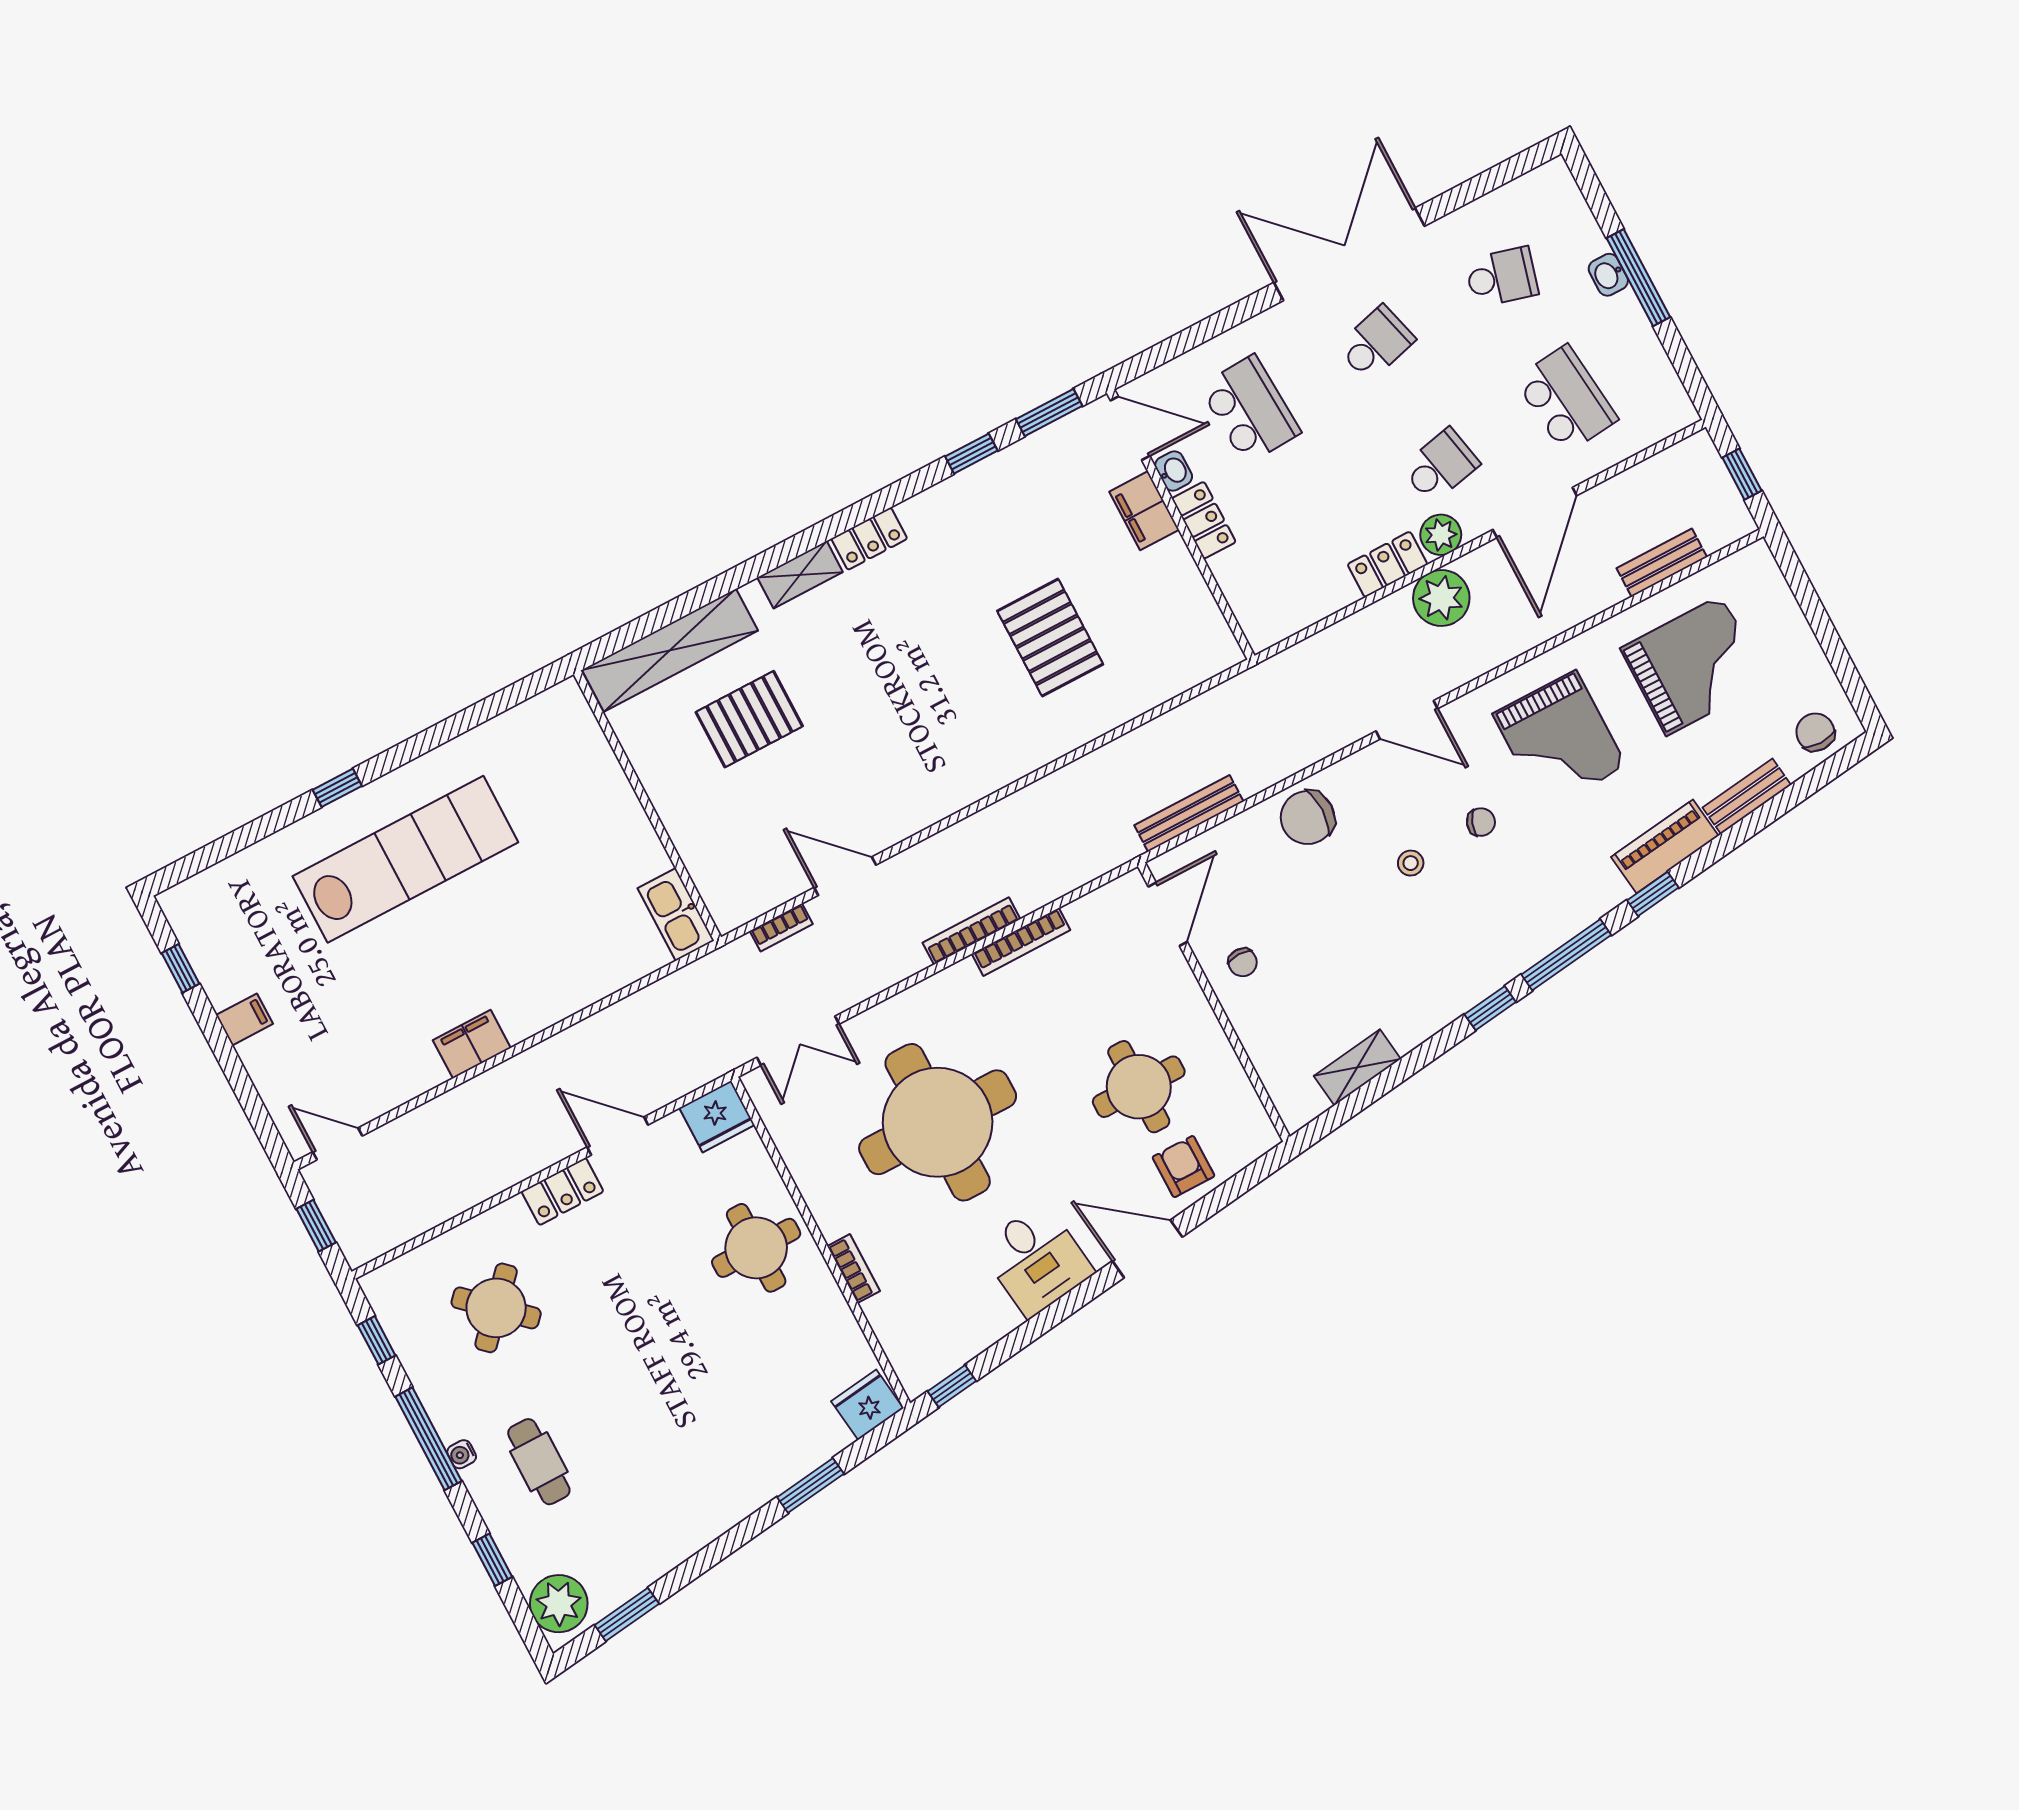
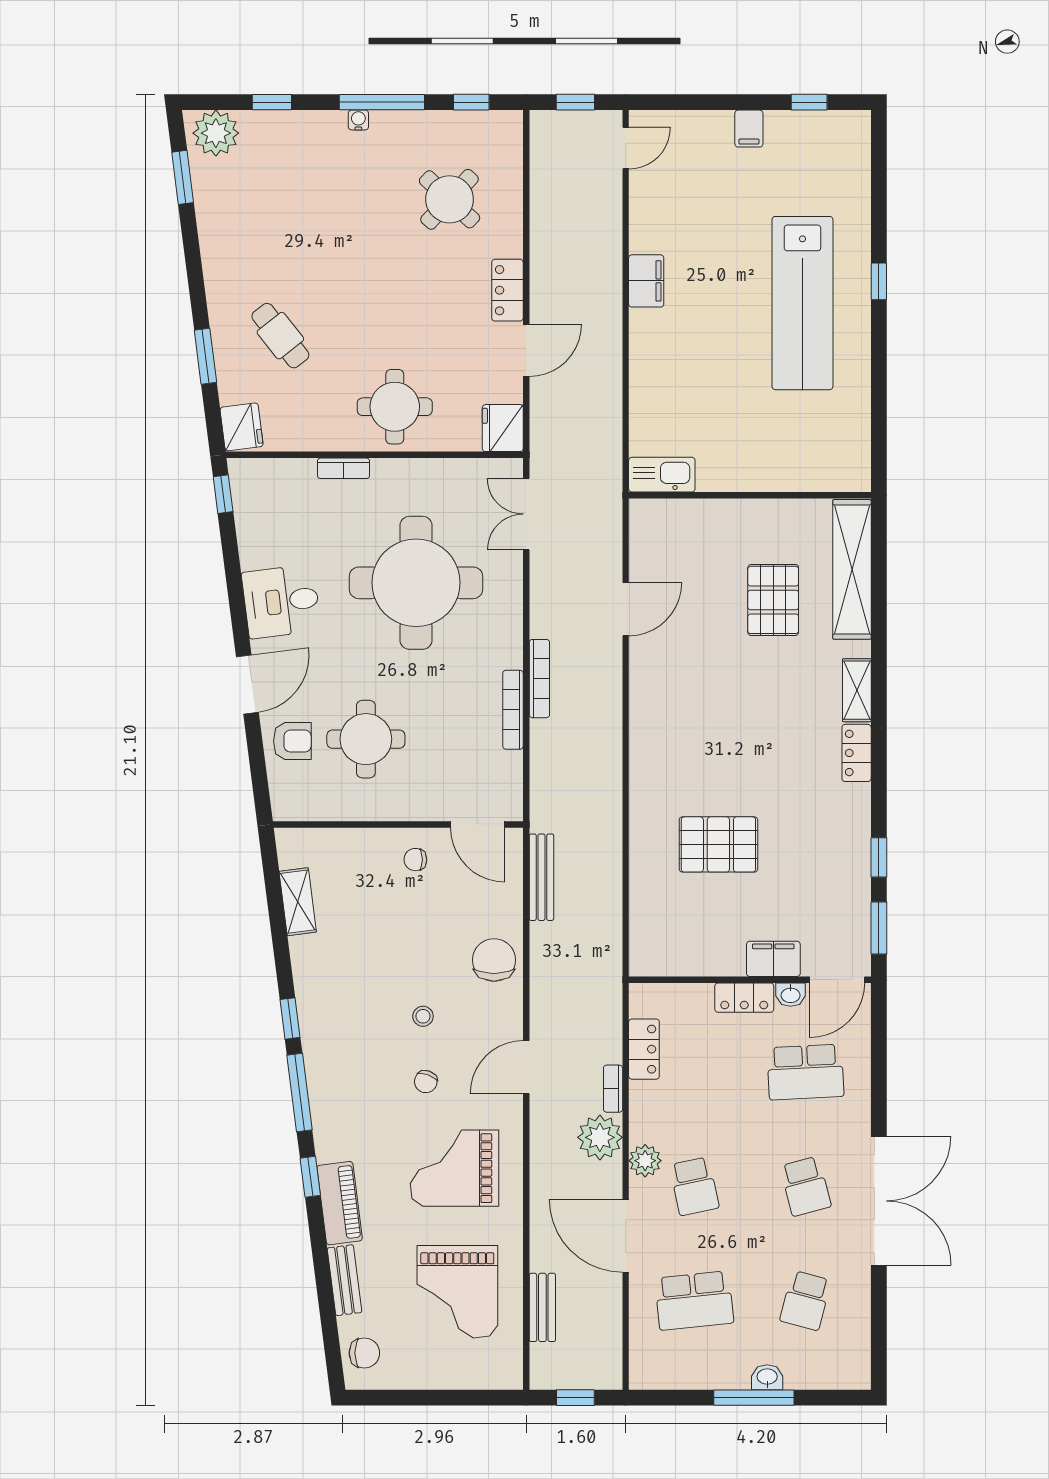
locker: (1387, 564) -> (644, 1049), moved
bookcase: (781, 928) -> (613, 1089), moved
cafe table: (539, 1462) -> (280, 336), moved, turned 52

